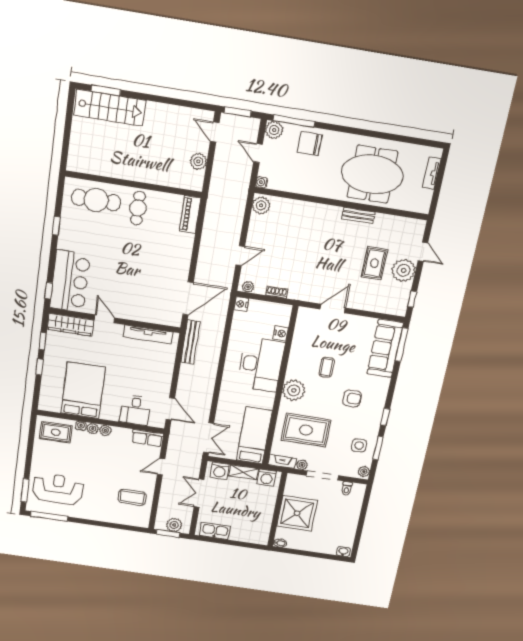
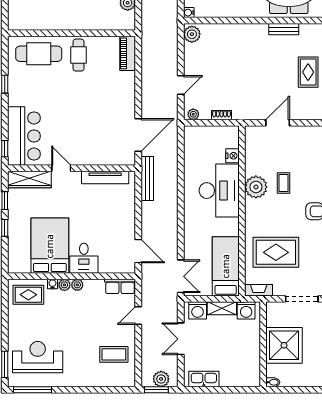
nightstand: (241, 304) -> (190, 132), removed
plant: (294, 390) -> (256, 187), moved
desk: (135, 410) -> (84, 258), moved
plant: (302, 465) -> (279, 291), removed

